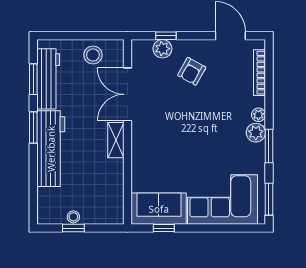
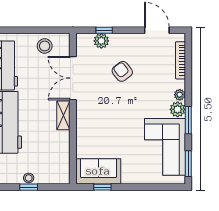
armchair: (192, 71) -> (122, 71), moved, turned 113
corner sofa: (223, 200) -> (165, 147), moved, turned -90

